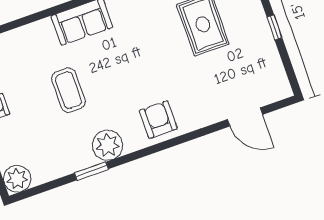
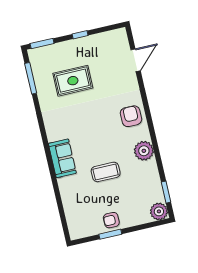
armchair: (158, 120) -> (131, 116), turned 90
window: (91, 171) -> (166, 192), moved

